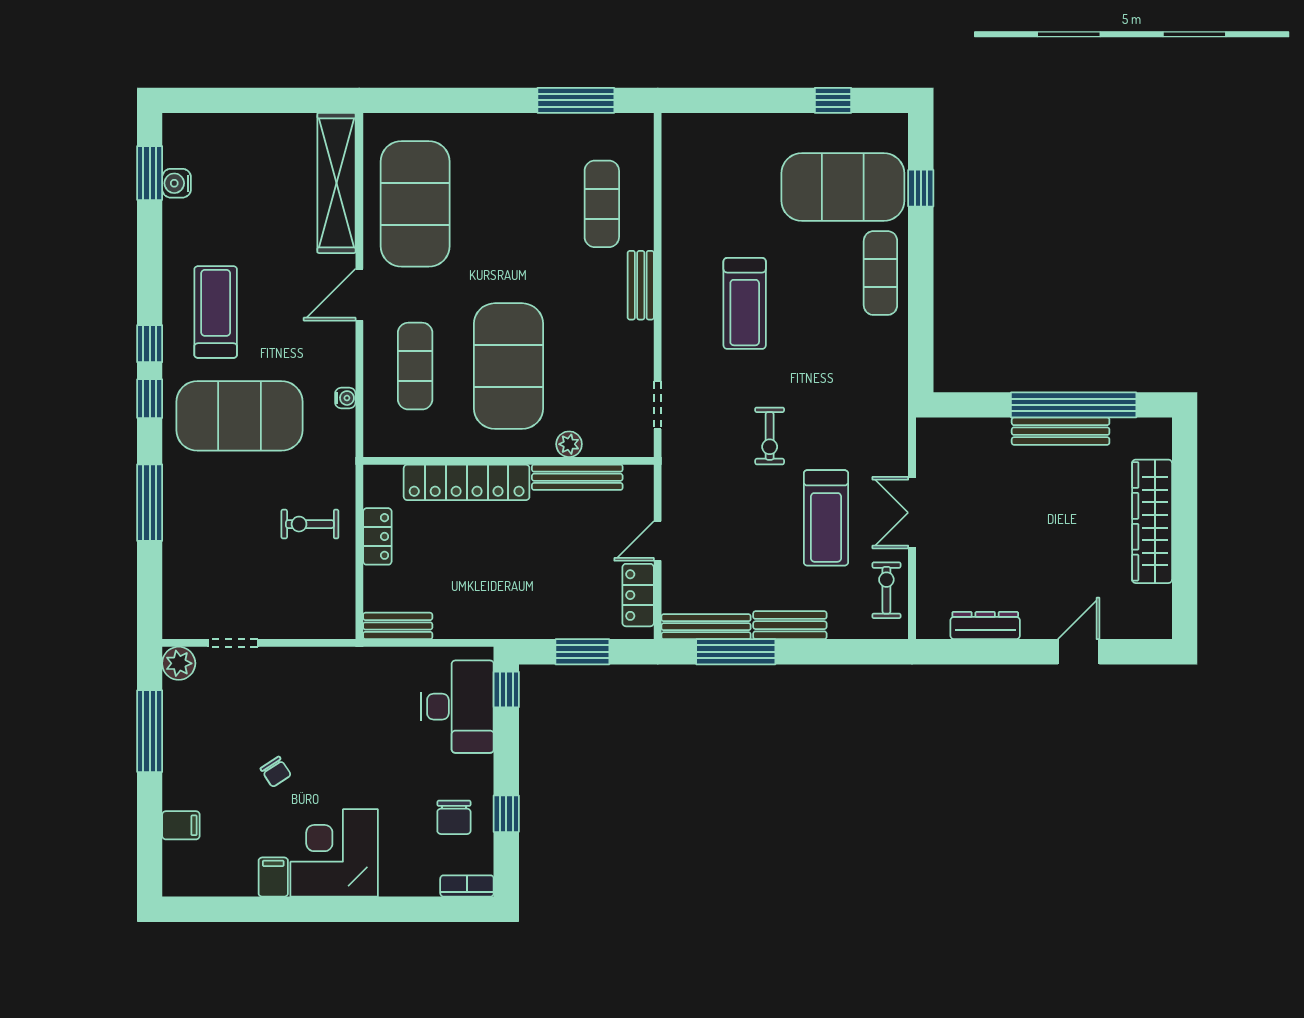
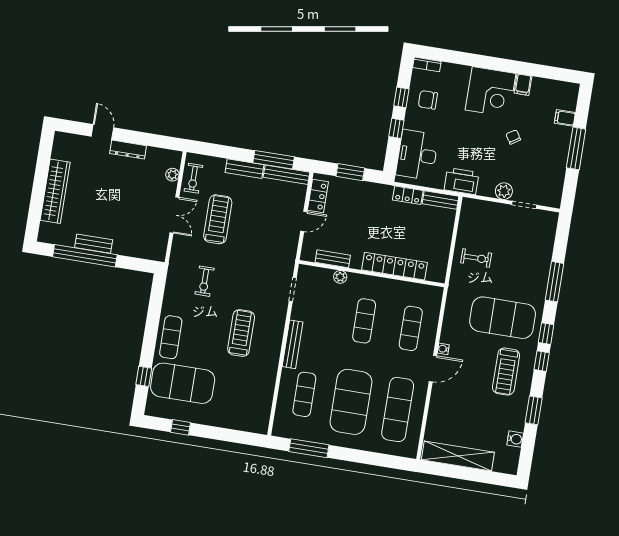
window: (150, 173) -> (534, 410), moved
shelving: (336, 183) -> (458, 456), moved, turned 90
exercise mat: (415, 204) -> (398, 409), width x0.68
exercise mat: (508, 204) -> (351, 402), added
bench: (641, 285) -> (293, 344), width x1.36
exercise mat: (508, 366) -> (364, 321), width x0.50, depth x0.69
water cooler: (345, 398) -> (443, 349), moved
bench: (1061, 431) -> (94, 244), width x0.73
exercise bike: (770, 436) -> (205, 281), moved, turned 180
bench: (577, 477) -> (333, 259), width x0.73
locker: (377, 536) -> (408, 195), moved, turned -90
plant: (929, 591) -> (172, 175), added
dresser: (985, 626) -> (128, 150), moved
door: (1079, 652) -> (102, 132), swing flipped
plant: (179, 663) -> (504, 191), moved
printer: (362, 669) -> (462, 181), added
window: (506, 690) -> (396, 128), moved
window: (150, 731) -> (576, 148), moved
chair: (454, 817) -> (428, 100), turned -90

